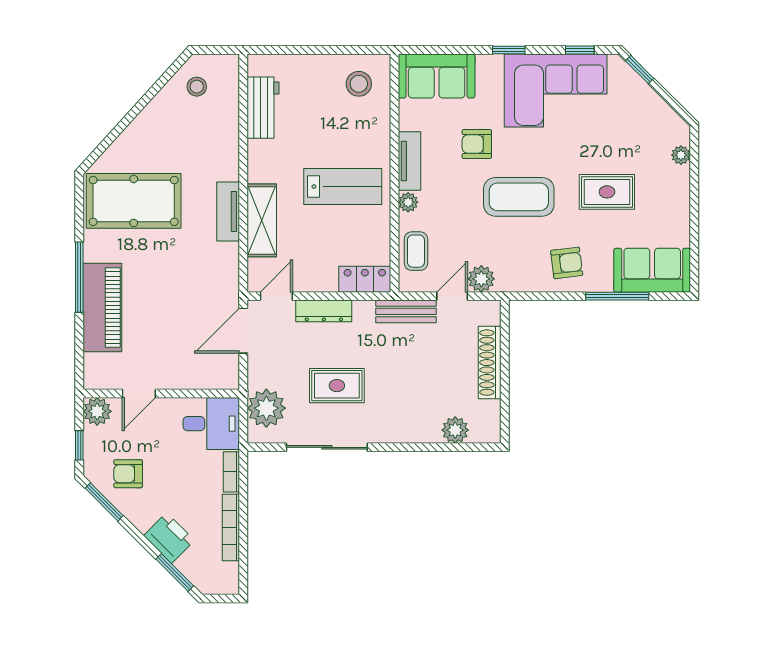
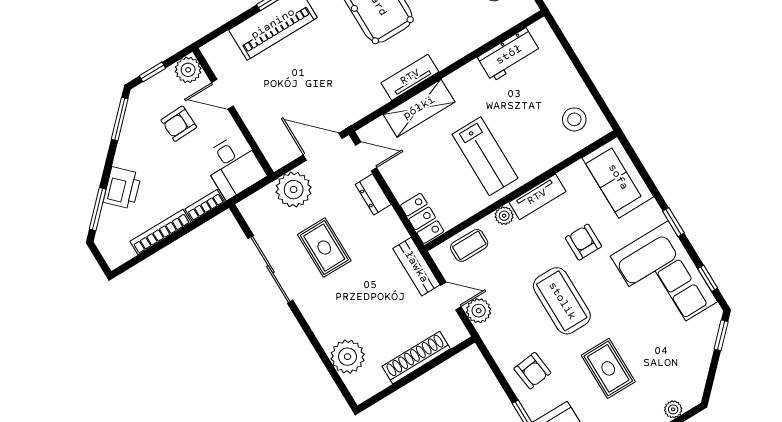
dresser: (324, 311) -> (373, 194), width x0.70
plant: (266, 408) -> (294, 190), moved
plant: (455, 430) -> (348, 357), width x1.36, depth x1.36
armchair: (128, 474) -> (179, 124), moved, turned -92

